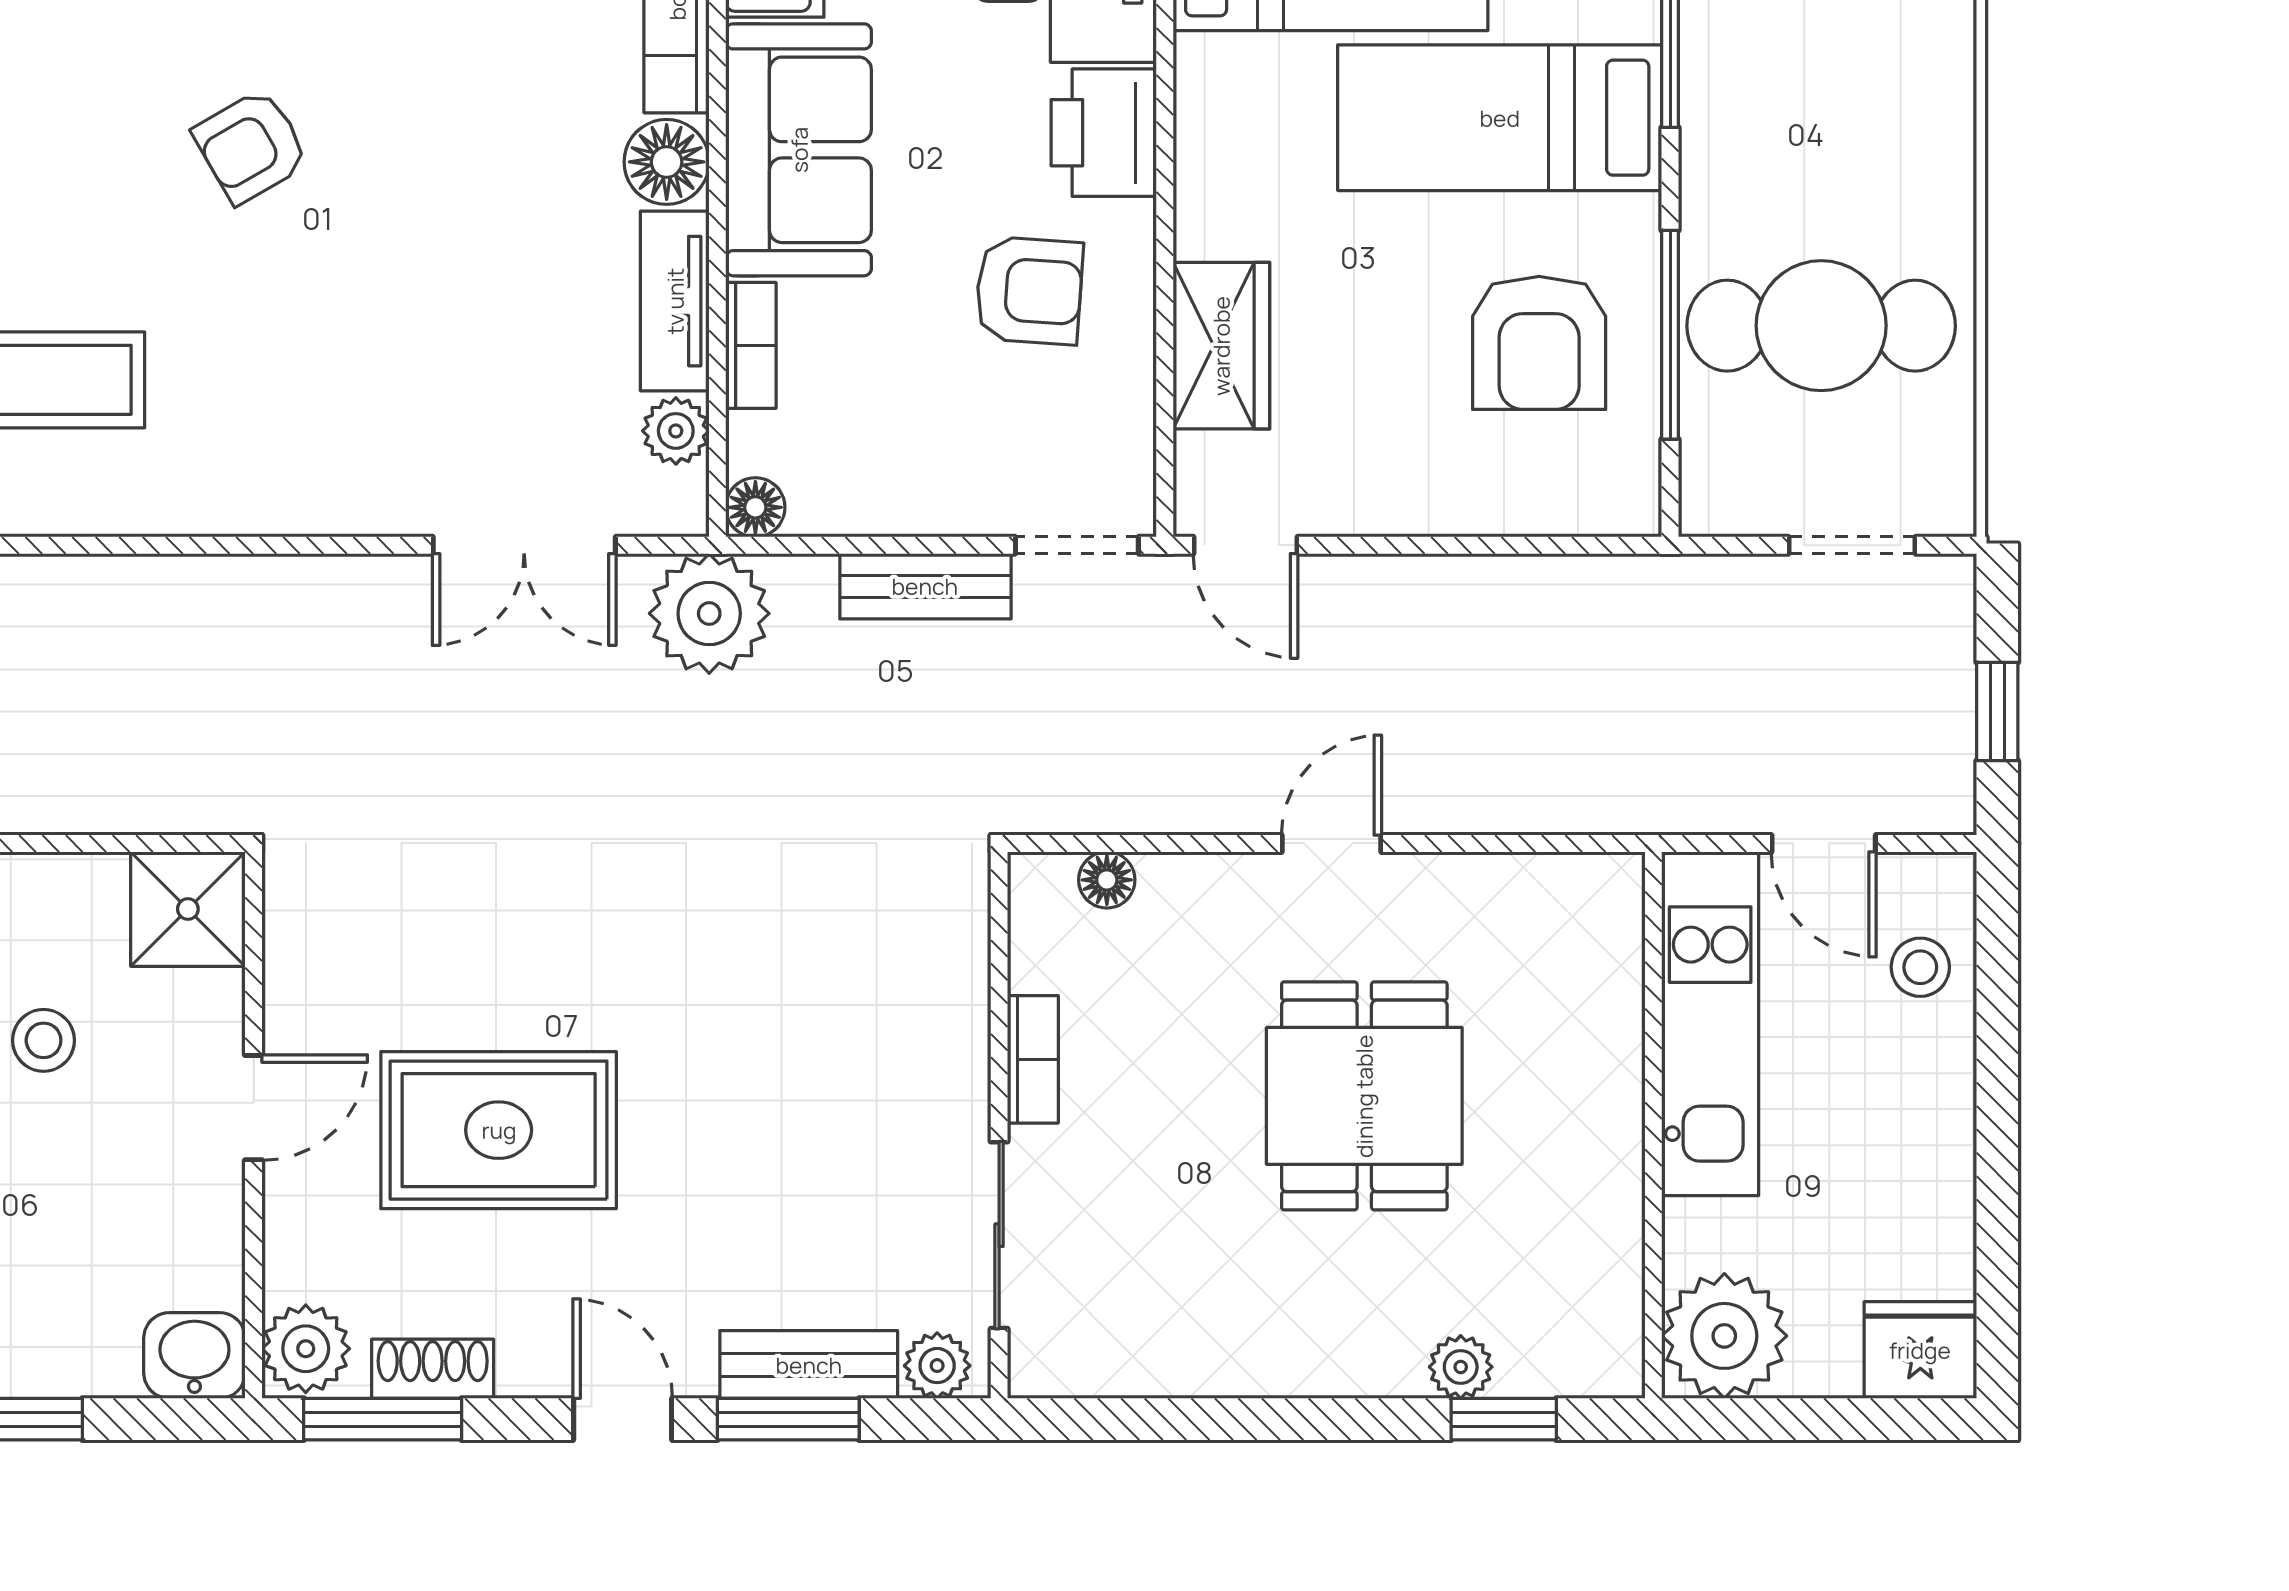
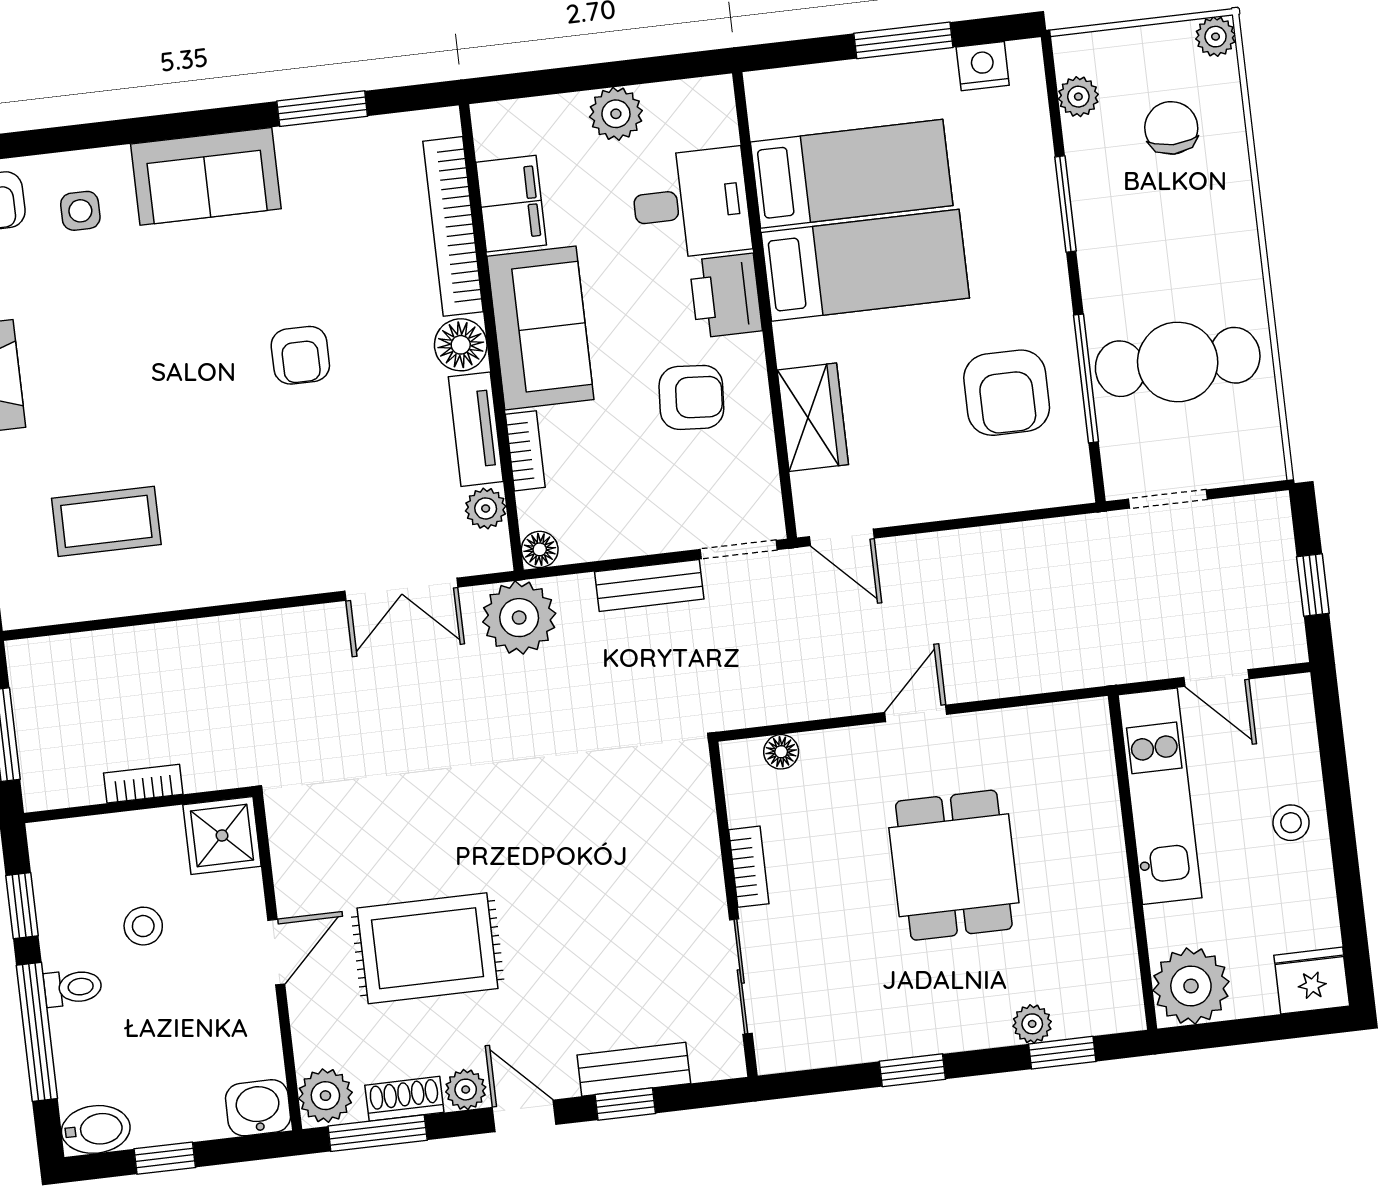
bed: (1500, 118) -> (865, 265), moved, turned 180
armchair: (251, 146) -> (300, 355), moved, turned -60
doorway: (1852, 545) -> (1168, 499), moved
bookcase: (71, 810) -> (143, 784), added
stool: (1920, 967) -> (1291, 823), moved
plant: (937, 1366) -> (466, 1090), moved
window: (788, 1419) -> (625, 1104), width x0.67
window: (1258, 1419) -> (912, 1070), added

